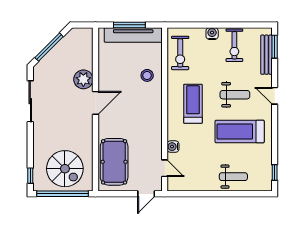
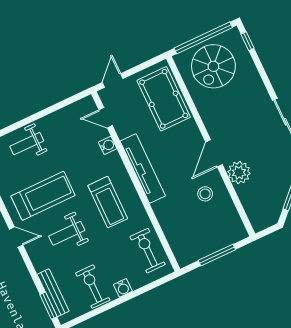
tv unit: (133, 35) -> (143, 169), moved, turned 90
stool: (147, 75) -> (205, 194), moved
door: (275, 96) -> (16, 237), moved
spiral stairs: (65, 169) -> (213, 66), turned -90

